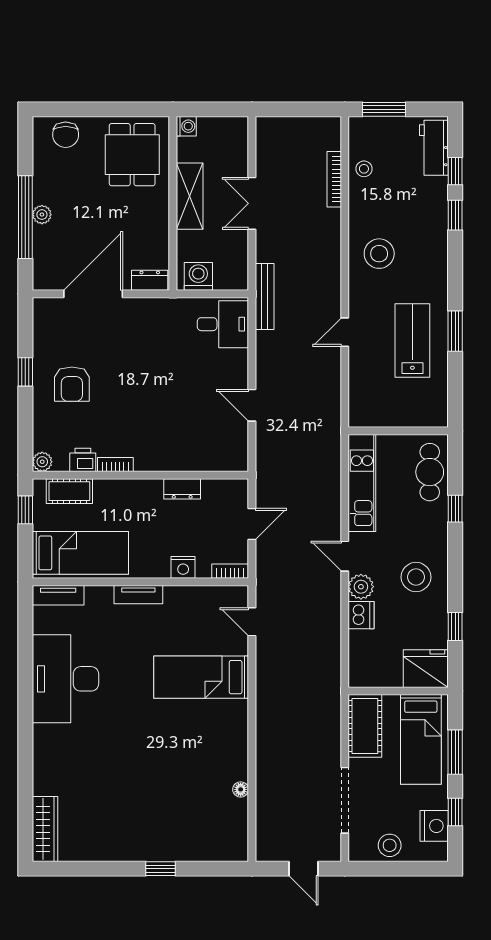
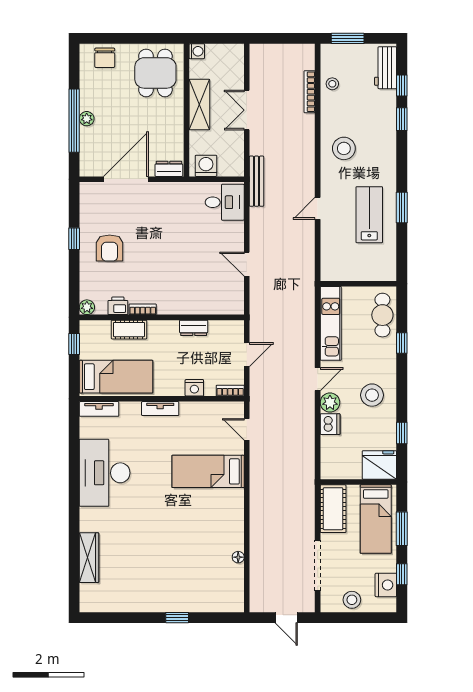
cot: (69, 491) -> (129, 330), moved
door: (345, 556) -> (318, 379), swing flipped
wardrobe: (45, 829) -> (89, 558), moved

